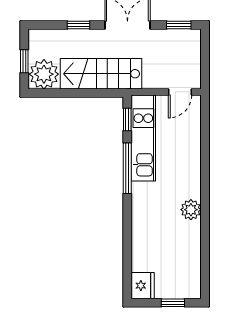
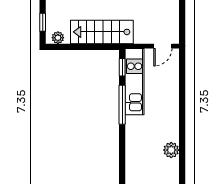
plant: (44, 74) -> (58, 38), width x0.53, depth x0.53
plant: (191, 210) -> (171, 150), moved

